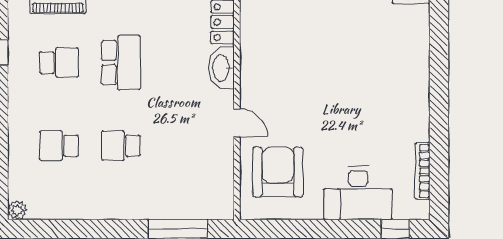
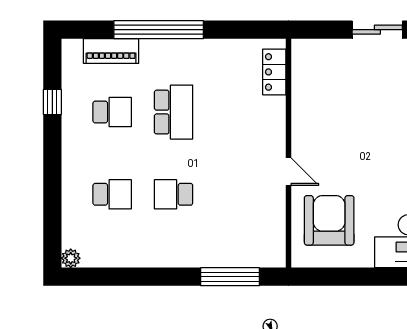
washbasin: (221, 68) -> (273, 117), removed
school desk: (59, 146) -> (112, 194), turned 180

